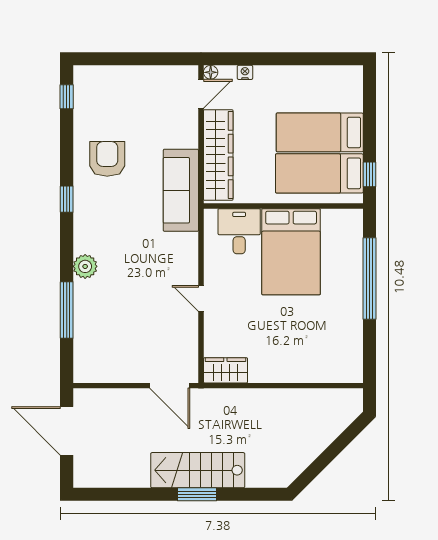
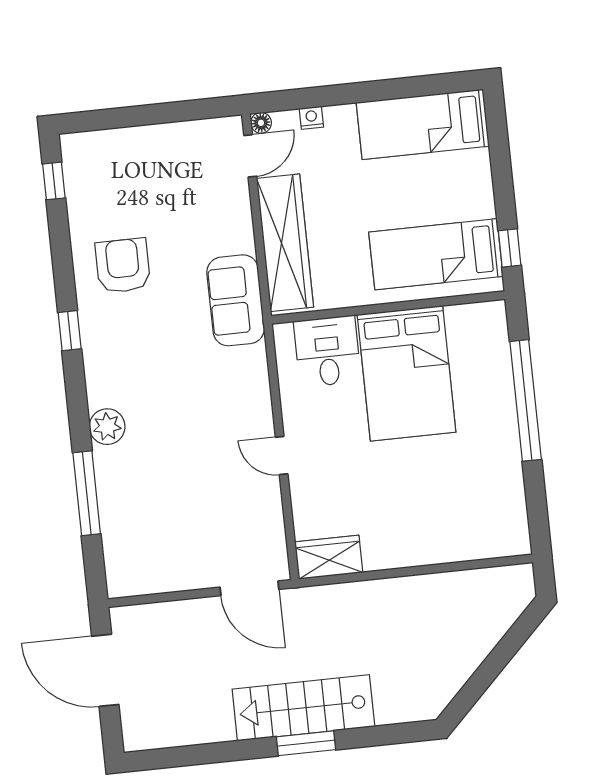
bed: (320, 132) -> (423, 124), moved
sofa: (181, 190) -> (236, 300), width x0.73

